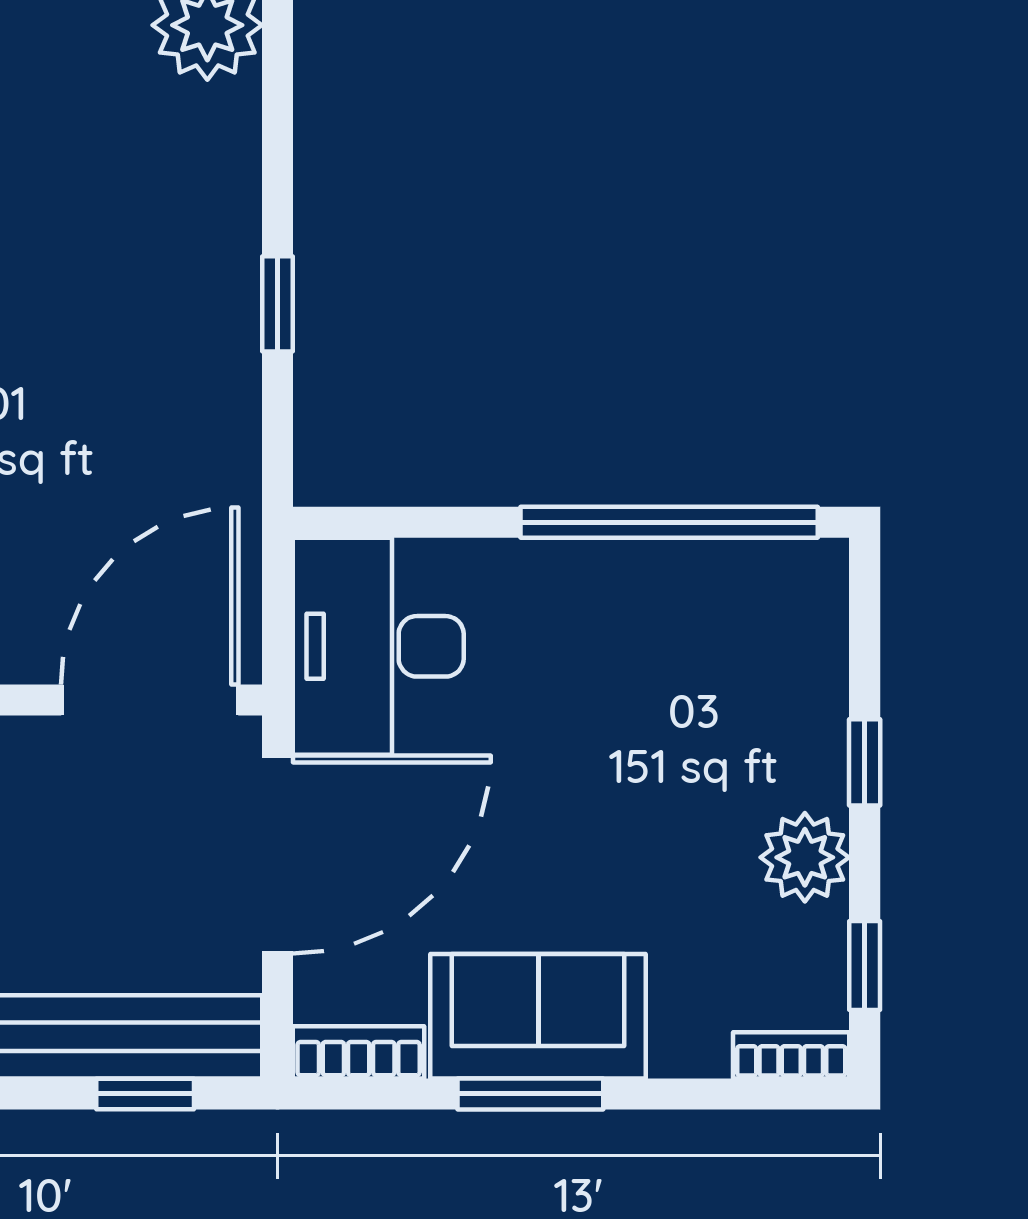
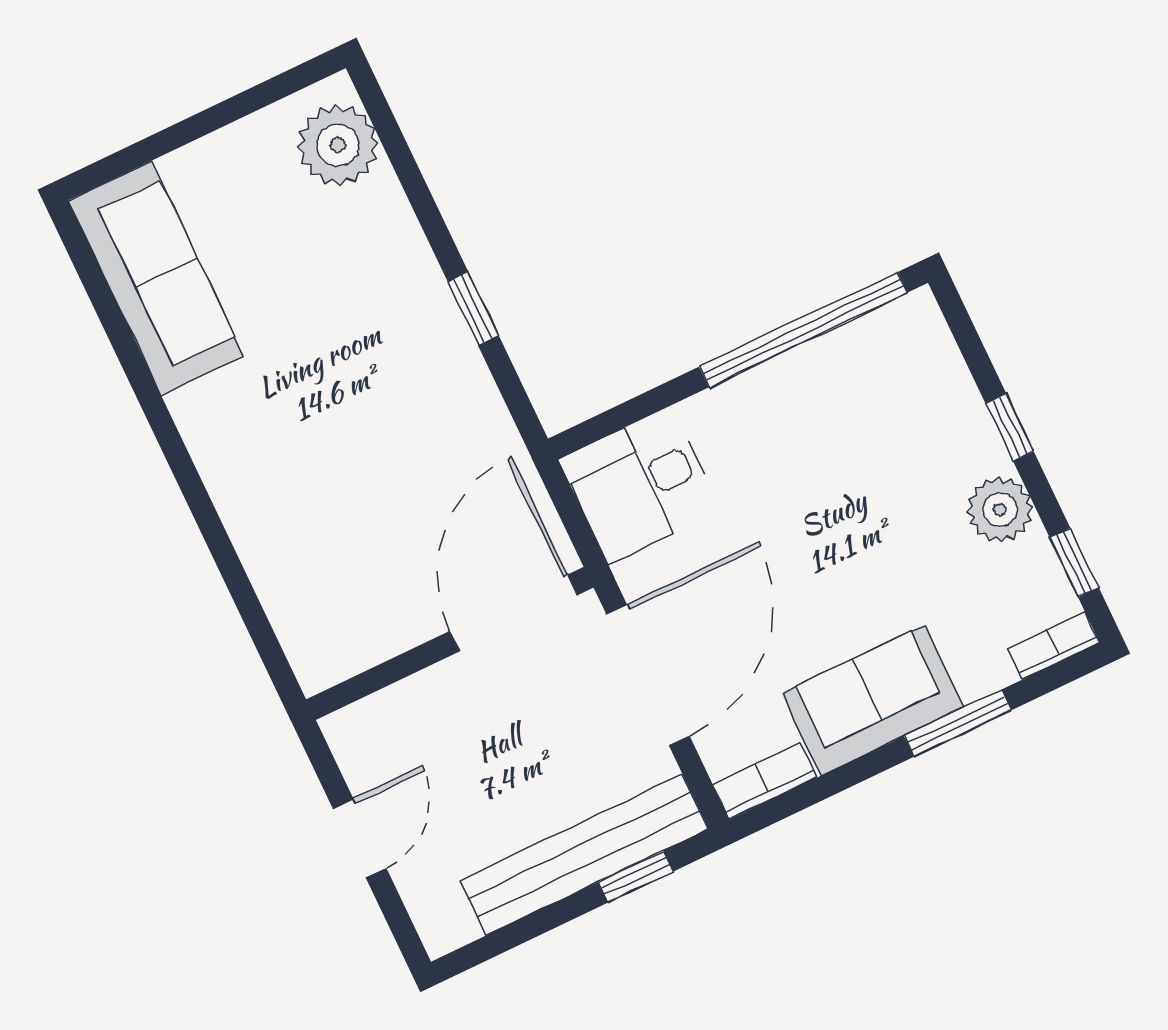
desk: (378, 646) -> (640, 485), width x0.73
window: (530, 1094) -> (958, 723), moved

